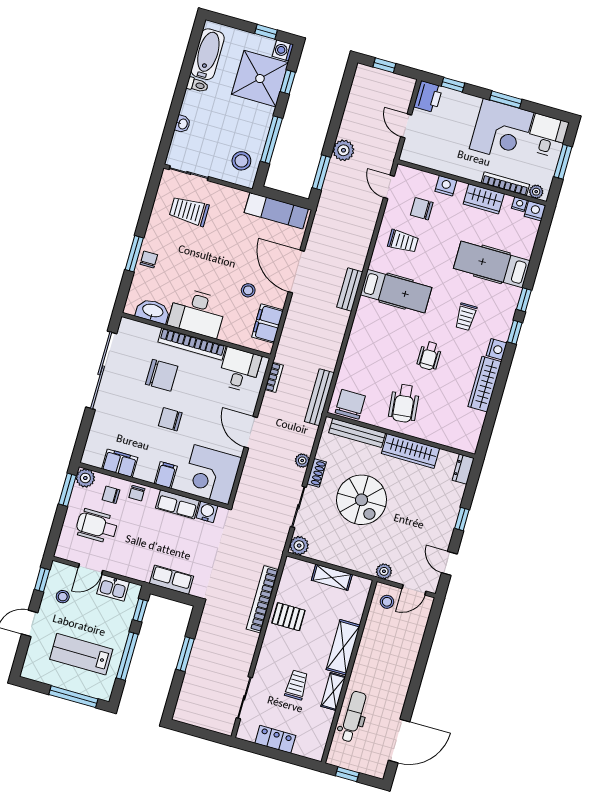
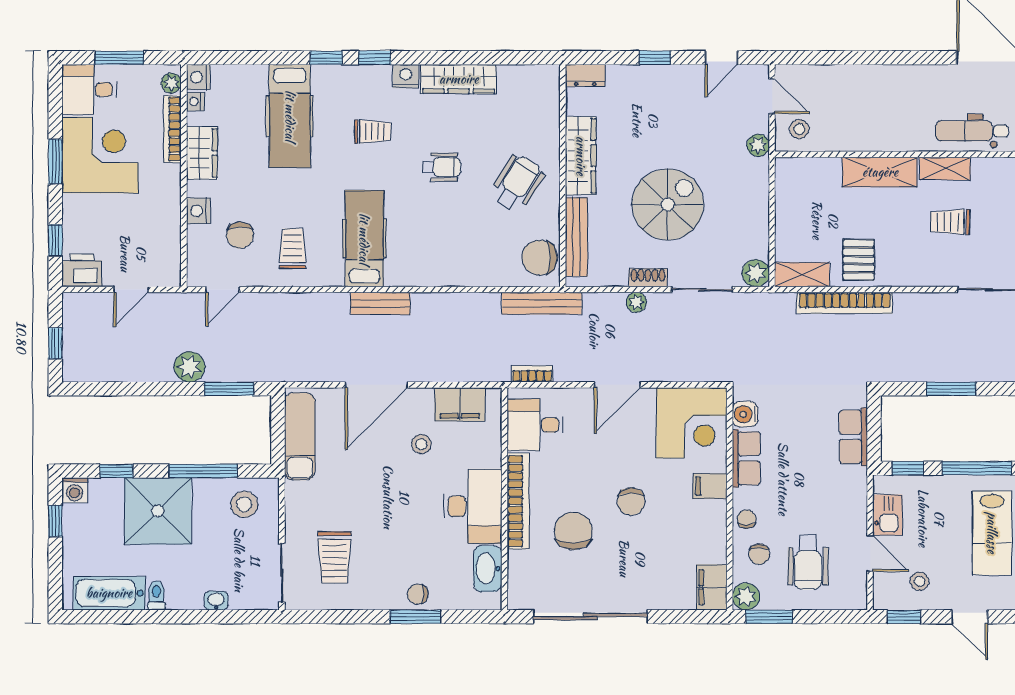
shower: (260, 79) -> (158, 511), moved
wheelchair: (404, 403) -> (517, 183), turned -52
filing cabinet: (120, 463) -> (712, 587), moved
chair: (137, 493) -> (747, 519), turned -90
shelving: (332, 577) -> (802, 275), moved, turned 90

